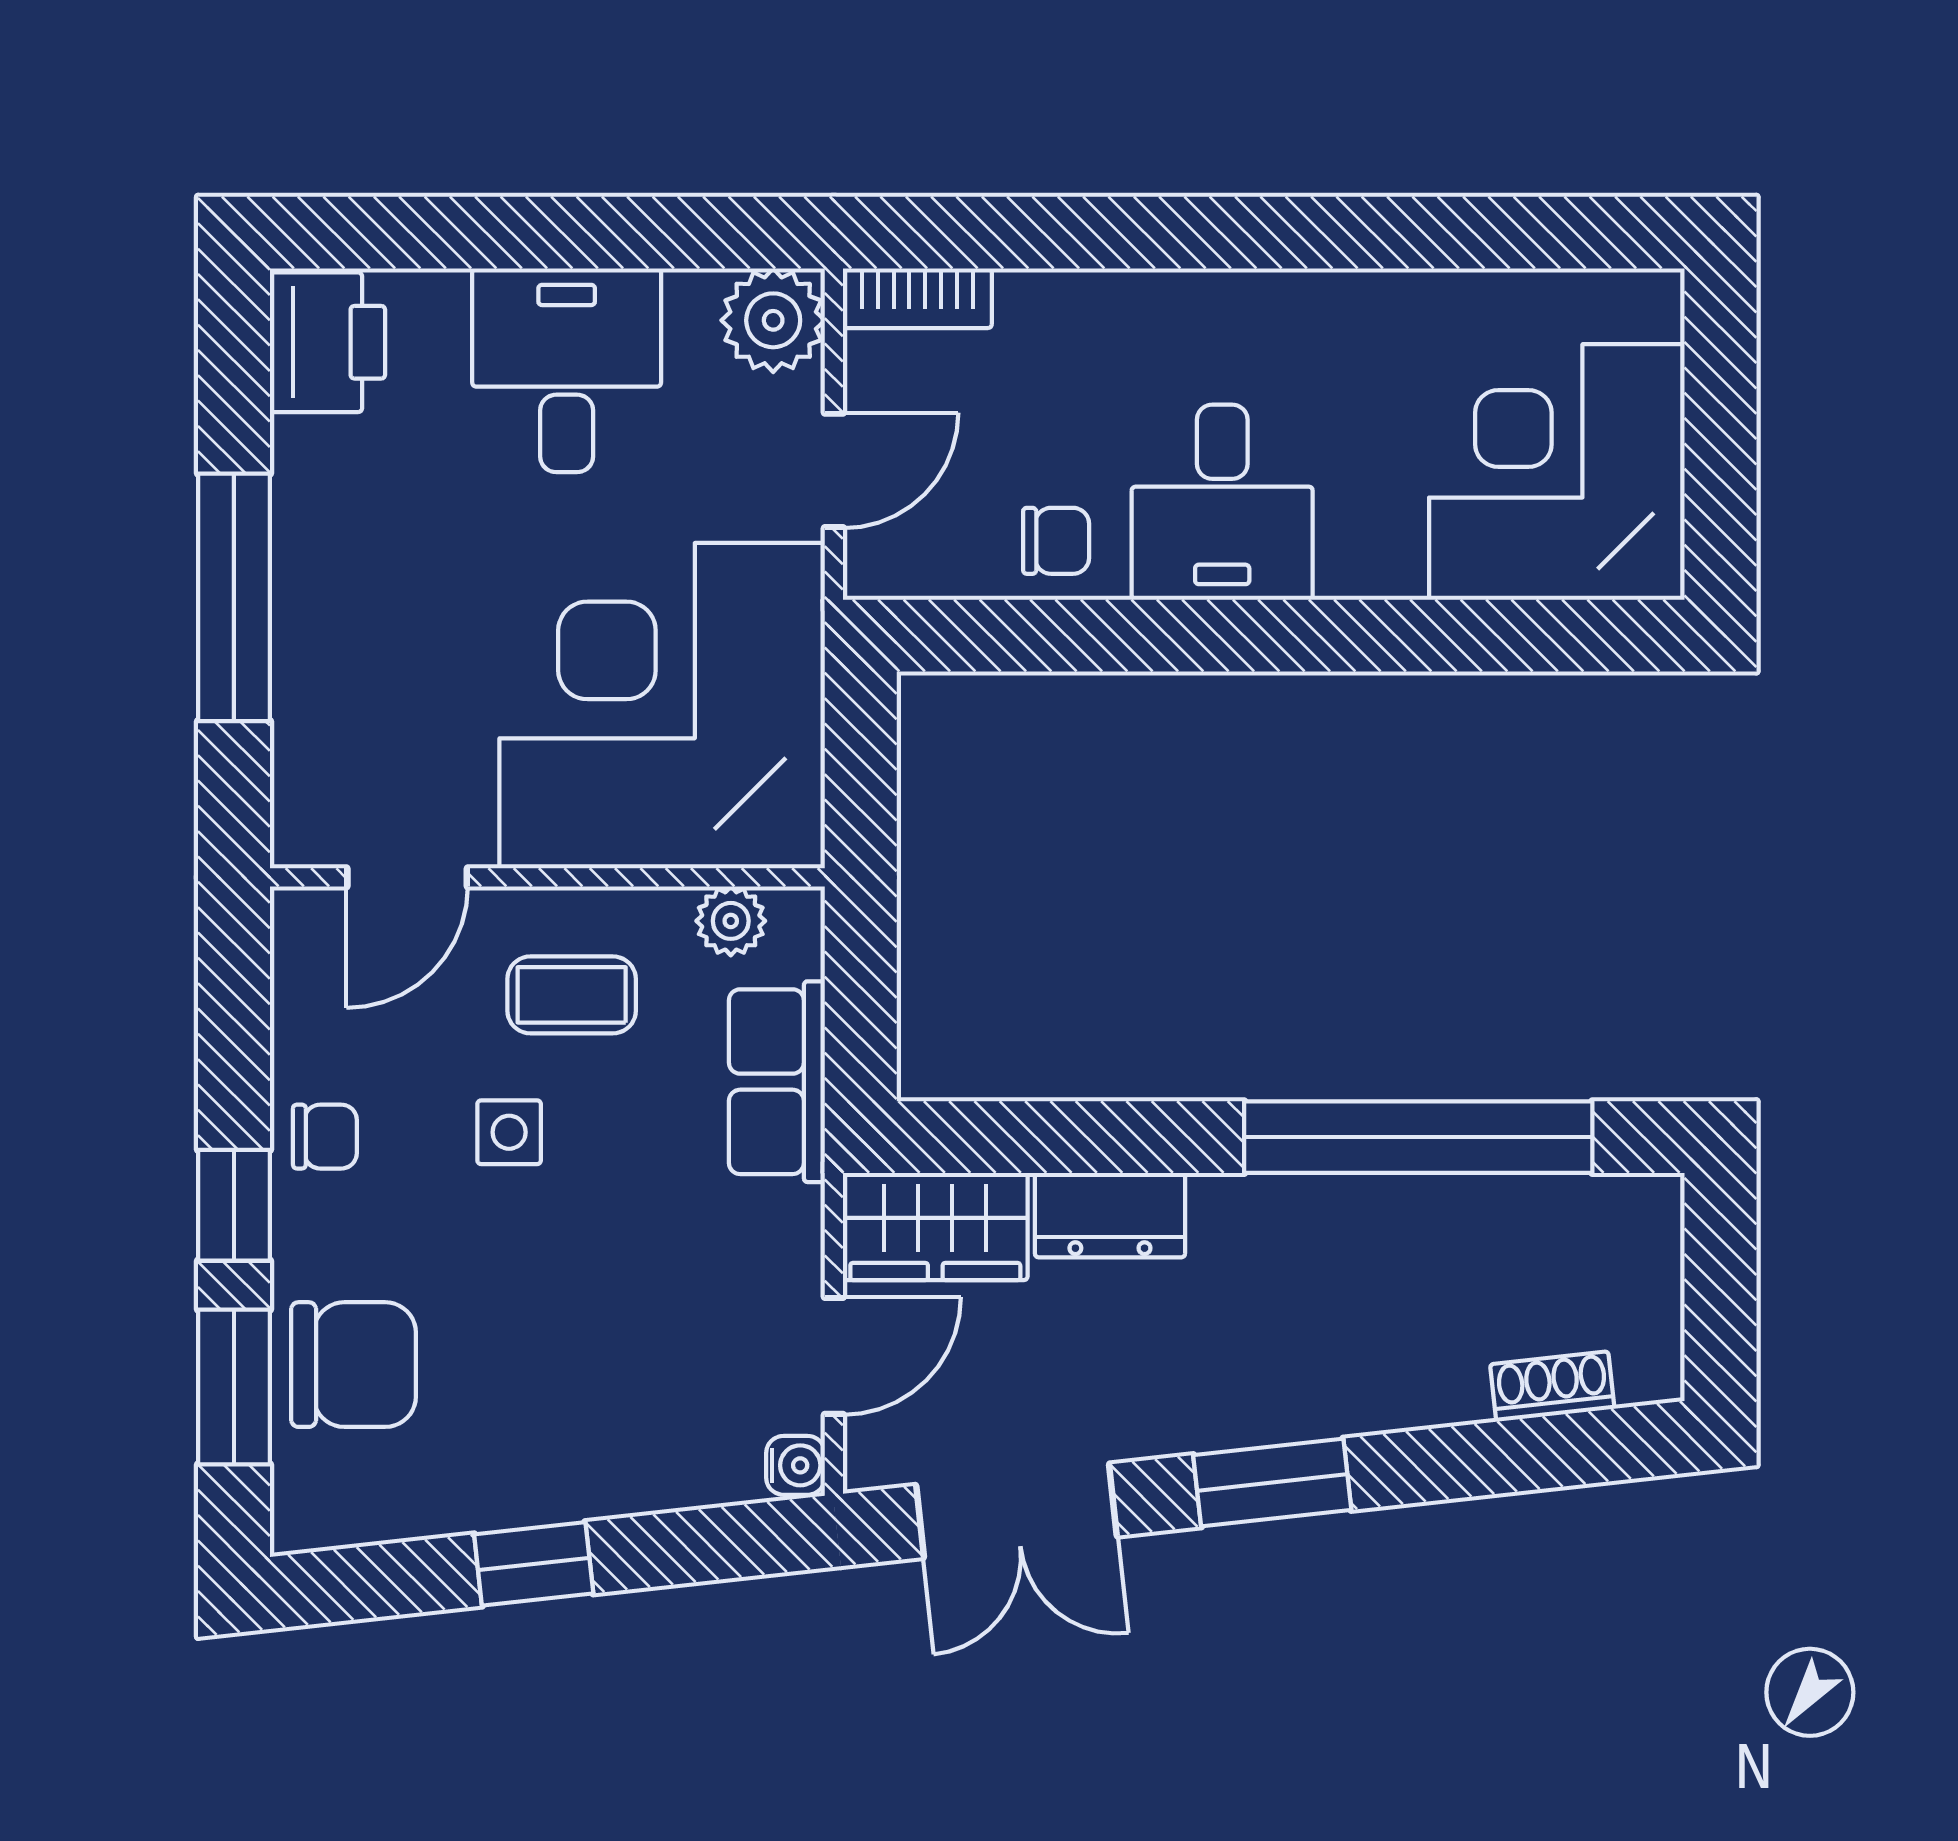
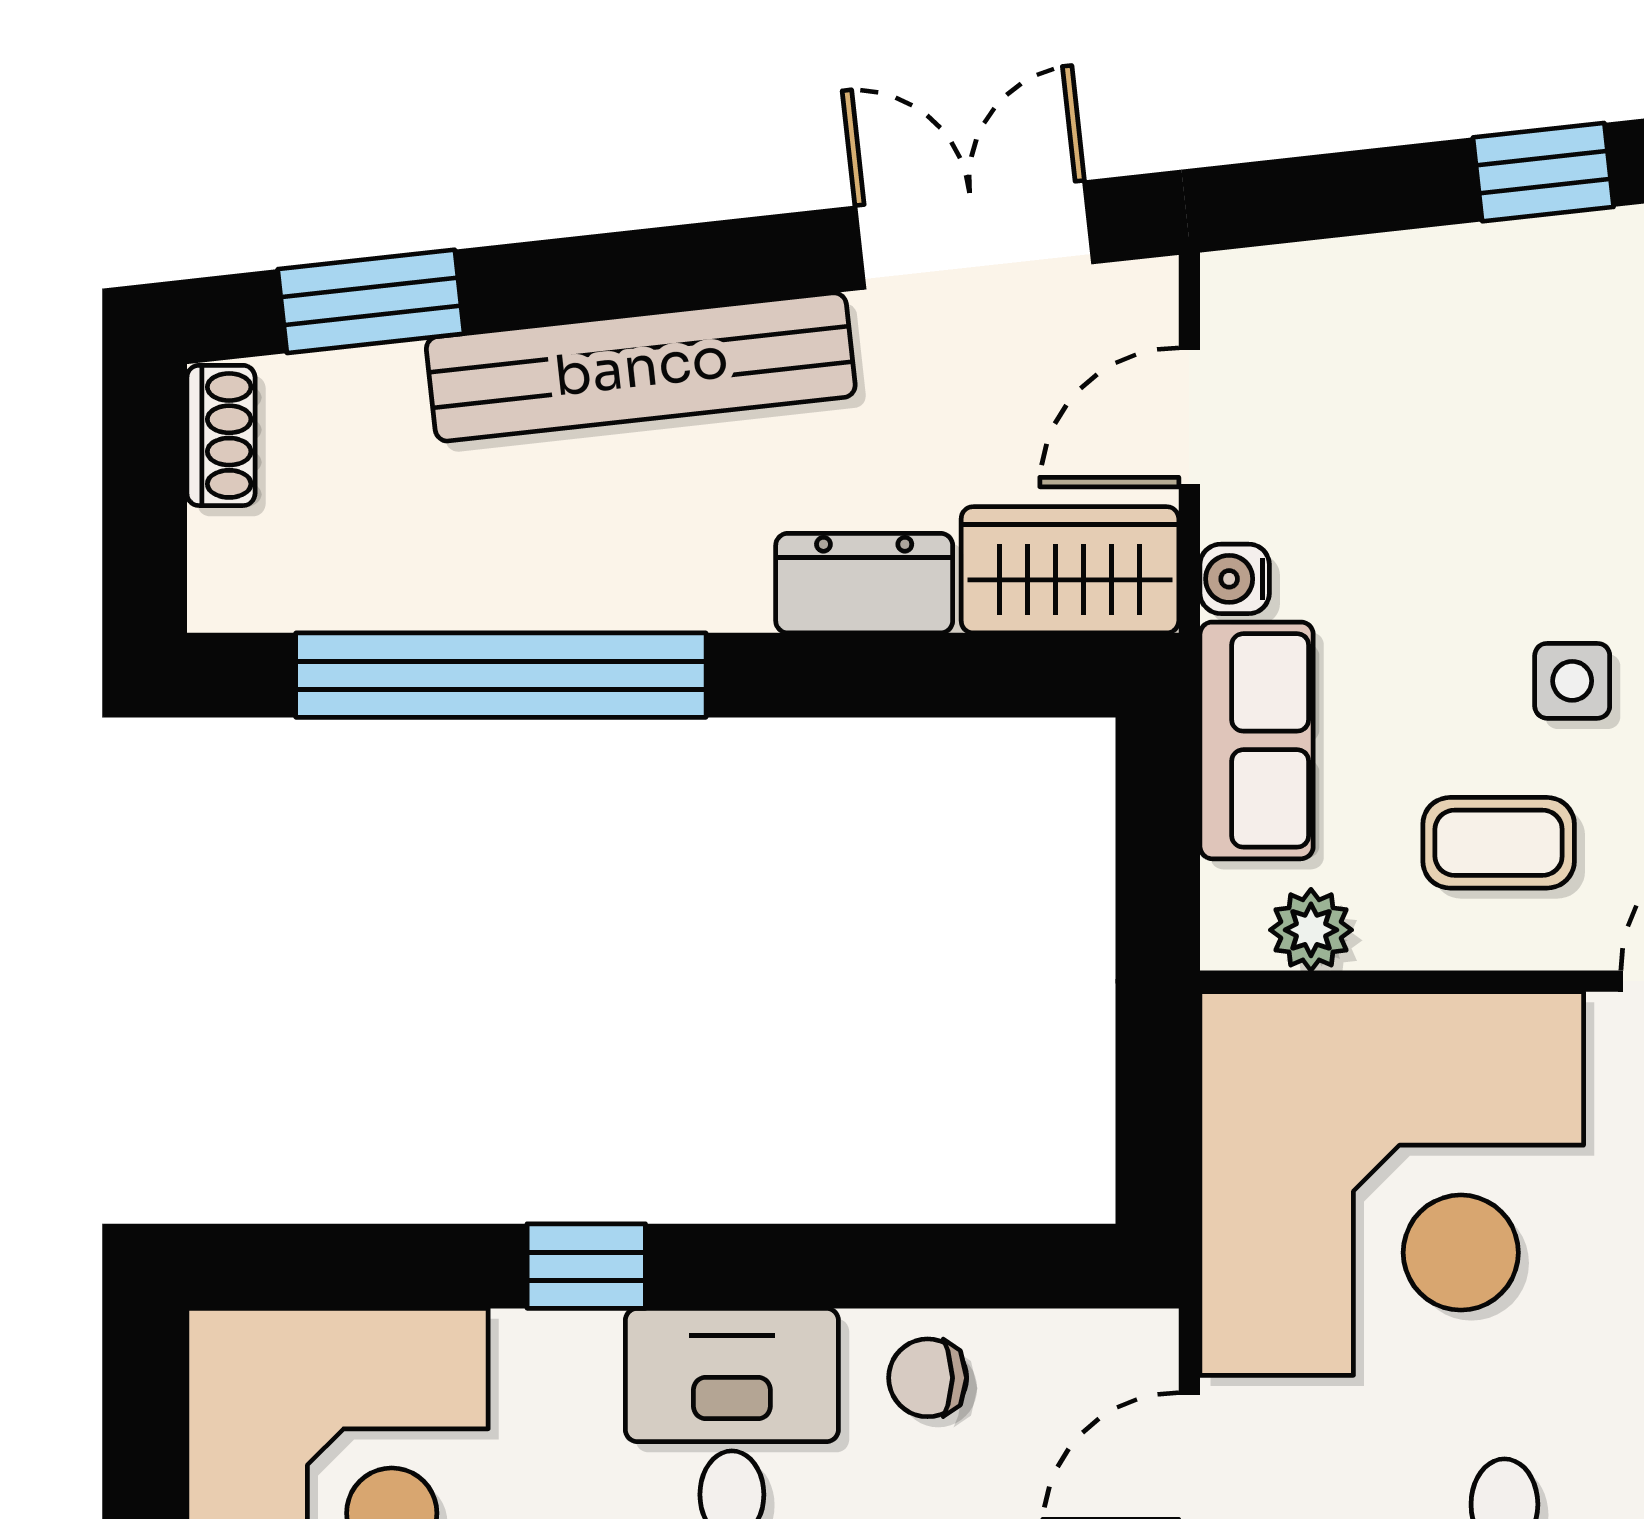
window: (1346, 636) -> (586, 1266), added
shoe rack: (1552, 1386) -> (221, 435), moved, turned -84
bench: (1299, 1399) -> (641, 367), added
water cooler: (796, 1465) -> (1235, 579), moved
window: (1272, 1482) -> (371, 301), moved

